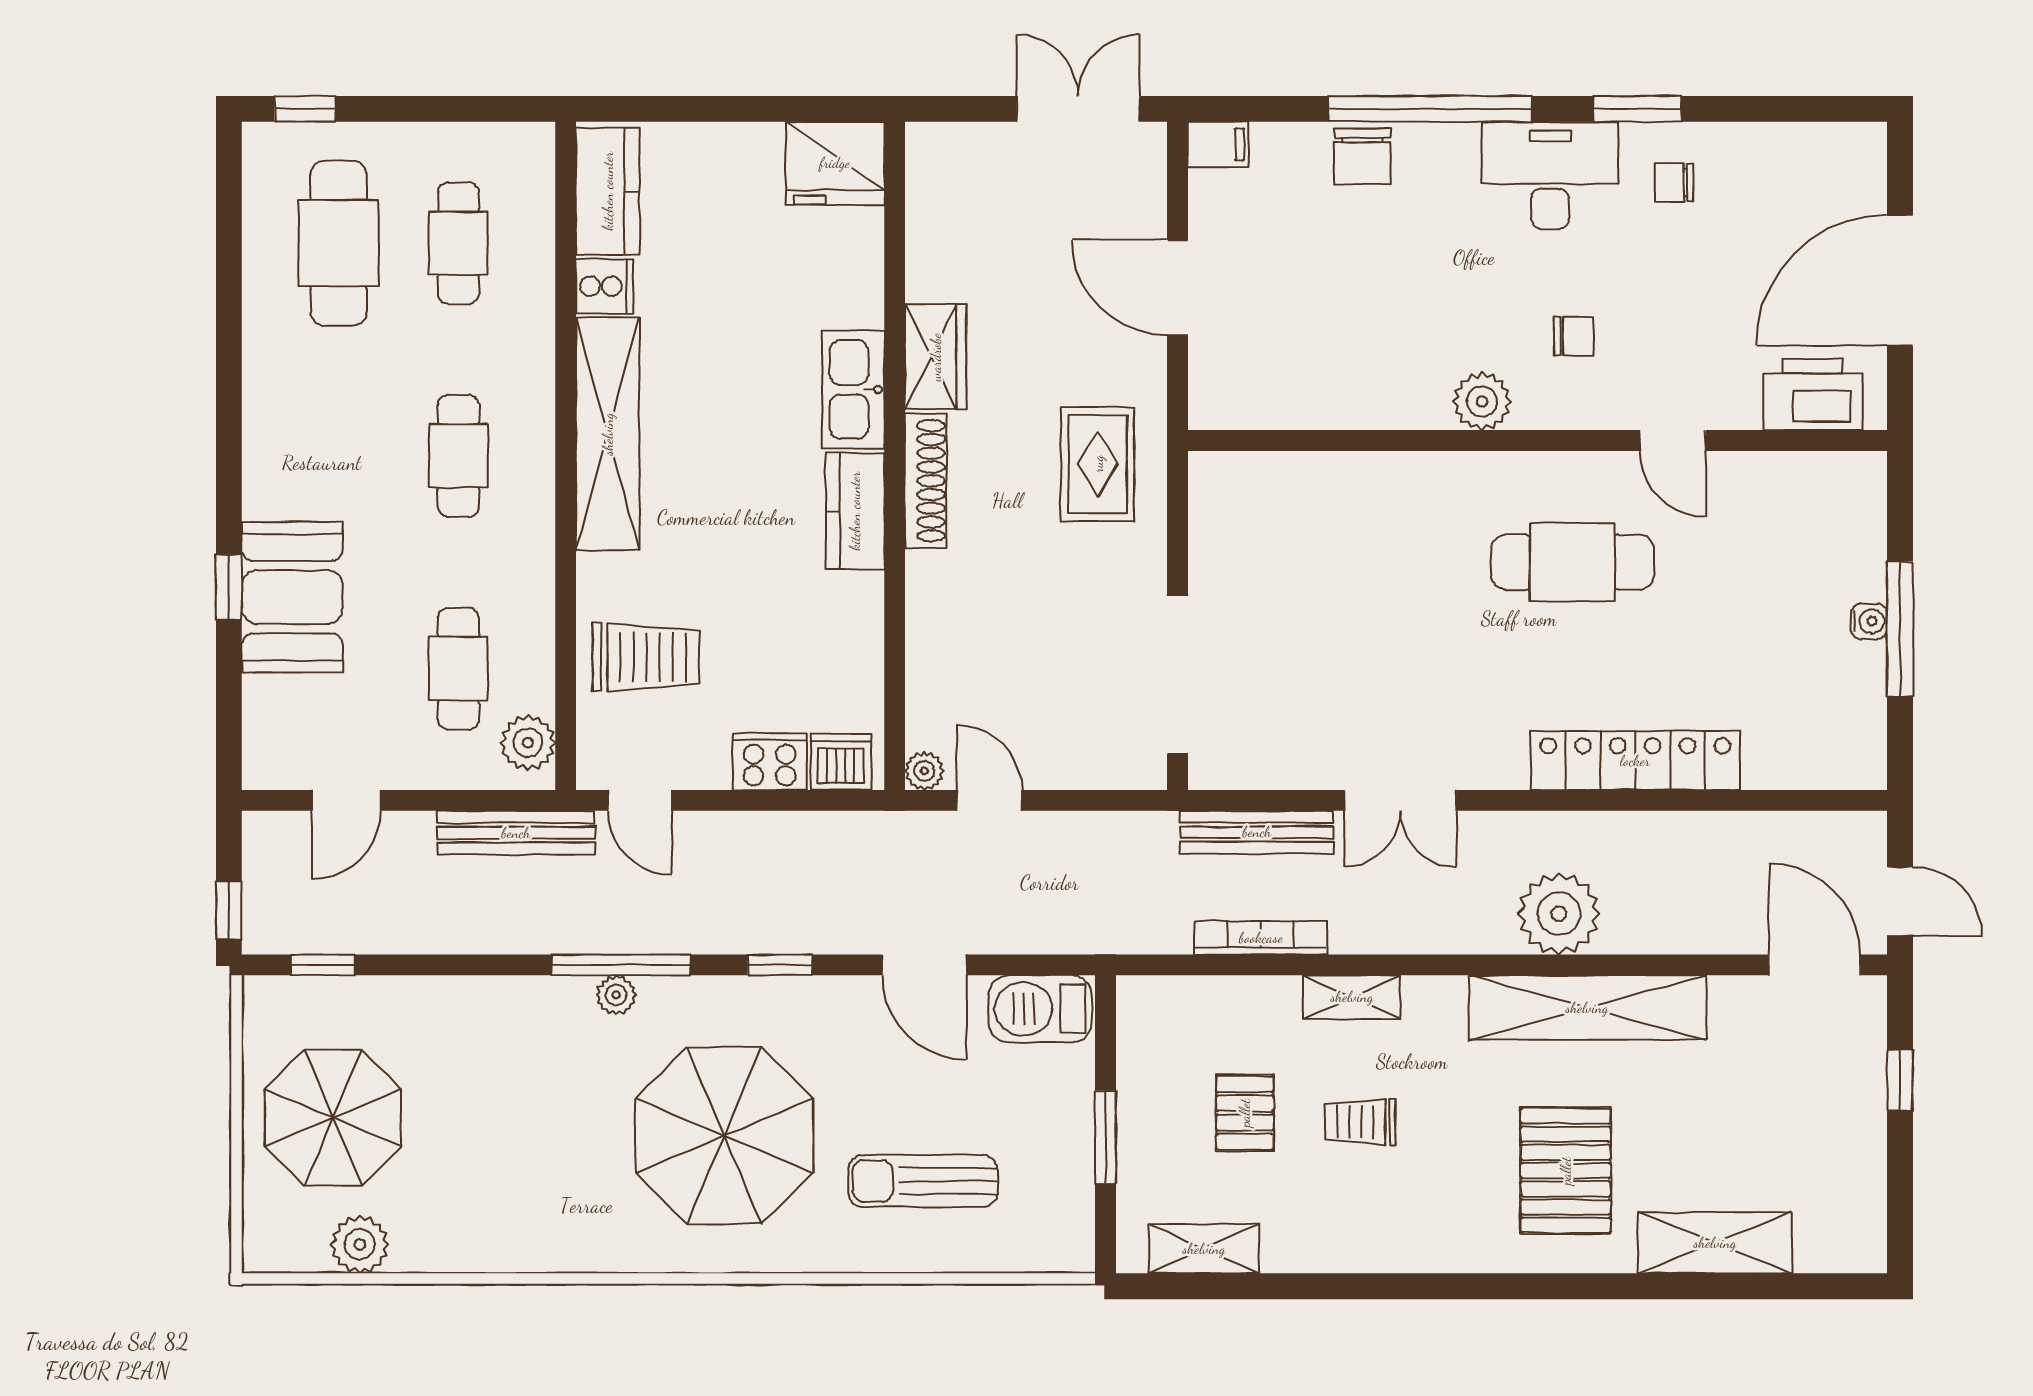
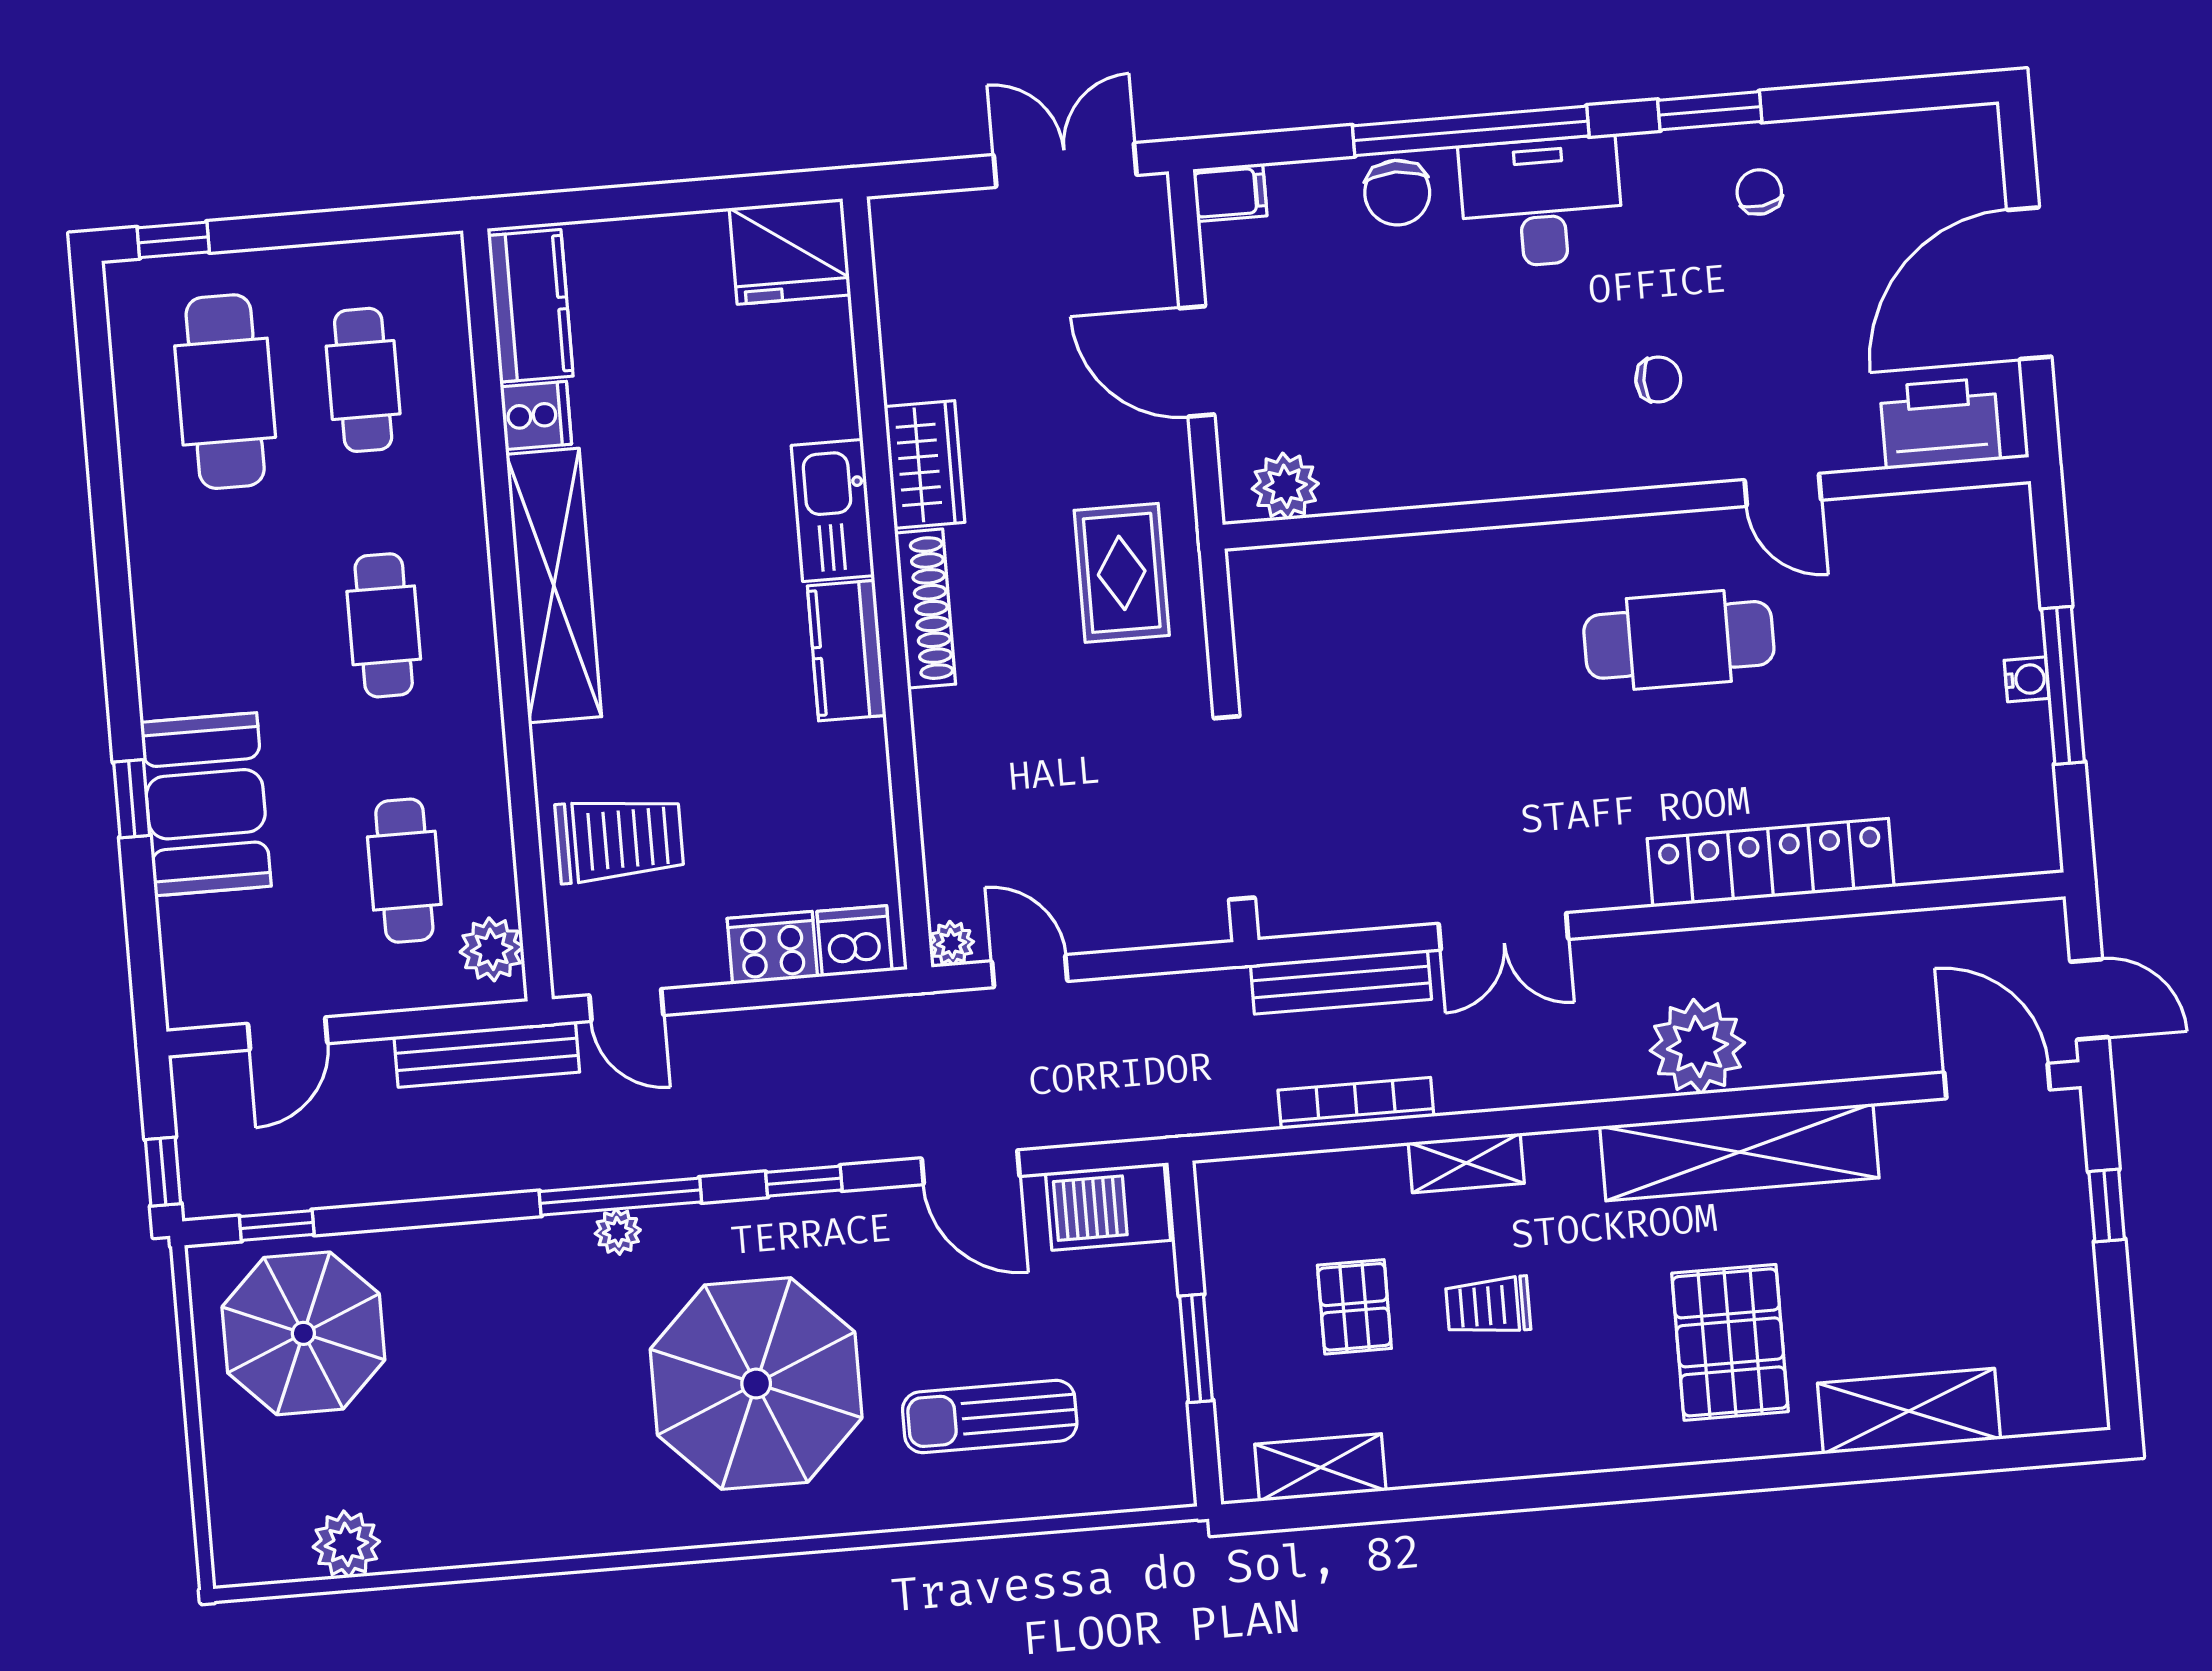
desk: (1550, 175) -> (1541, 202), moved
chair: (1674, 182) -> (1759, 192), turned 81
plant: (1482, 401) -> (1285, 486), moved
parasol: (333, 1118) -> (303, 1333), moved

